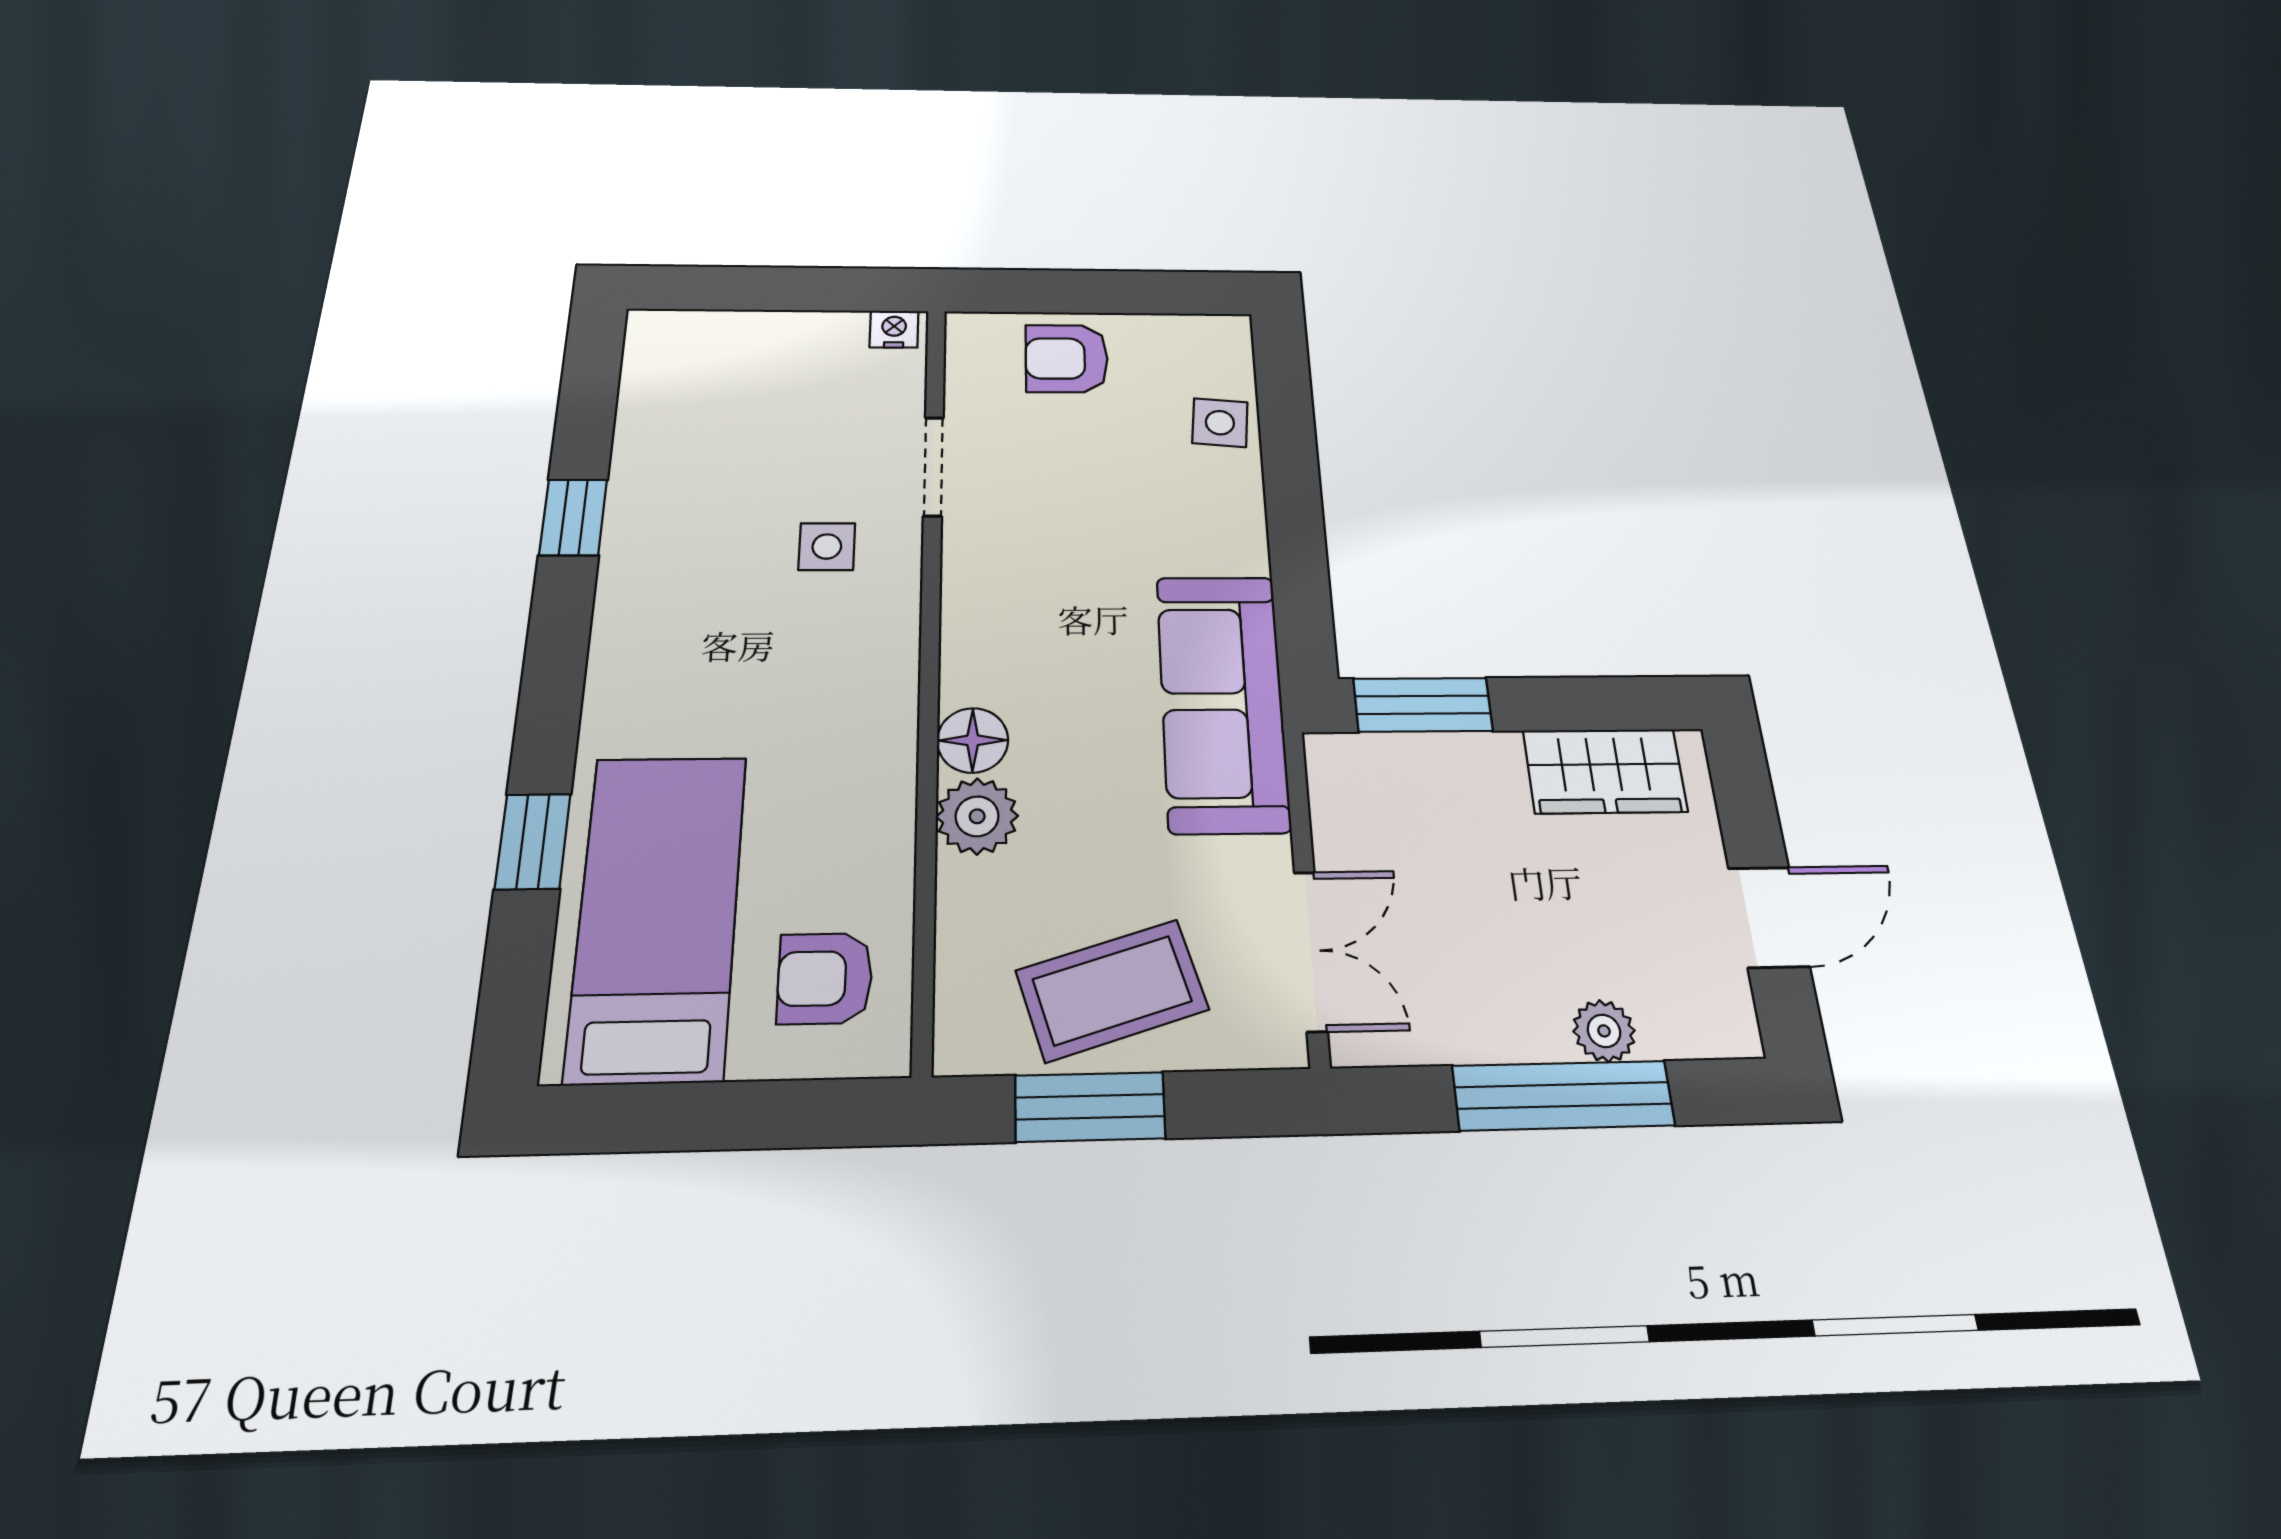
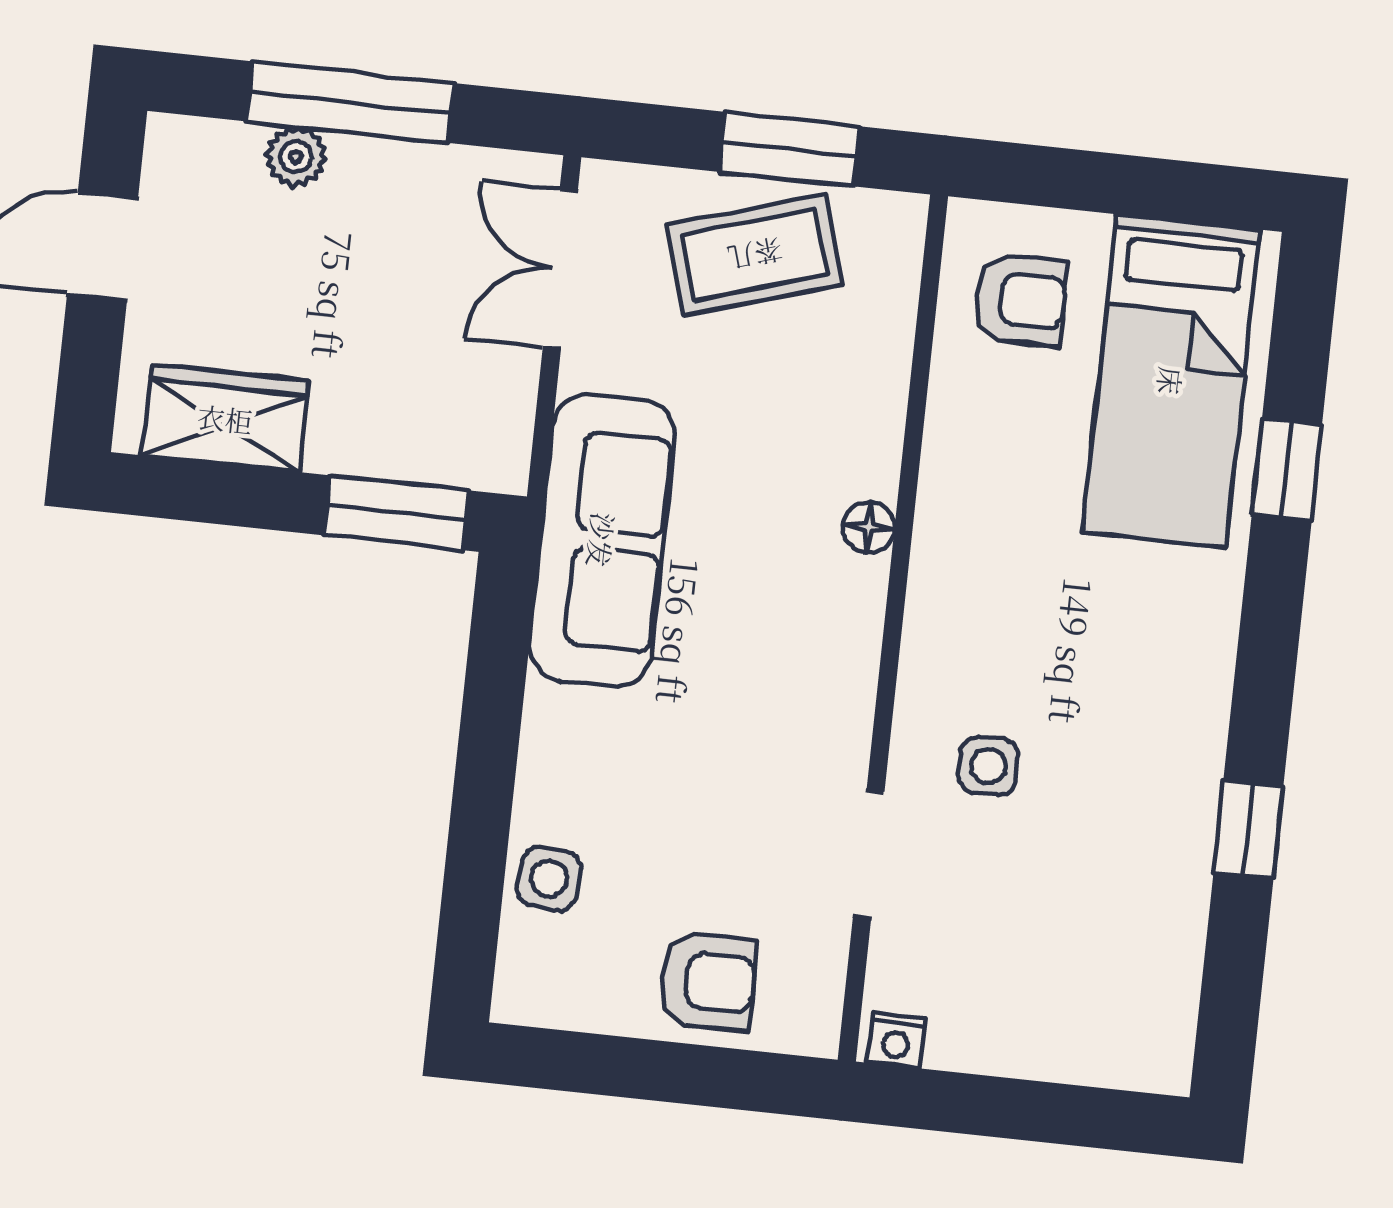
floor lamp: (973, 740) -> (869, 527), width x0.73, depth x0.73
plant: (977, 816) -> (863, 445), removed

